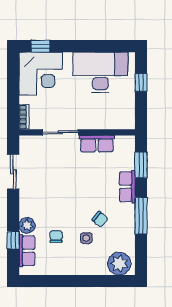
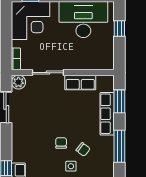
row of seats: (127, 187) -> (107, 114), width x1.48
plant: (27, 225) -> (18, 82), moved
chair: (56, 236) -> (61, 143), moved

